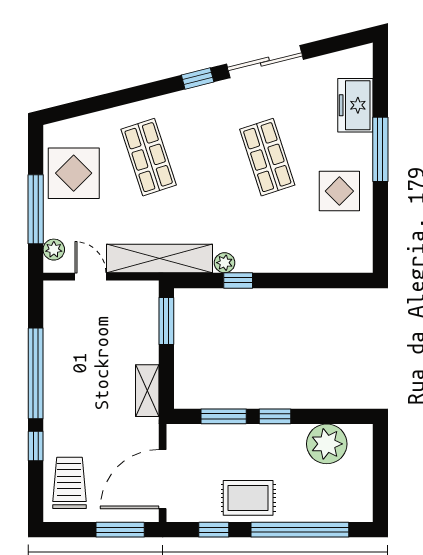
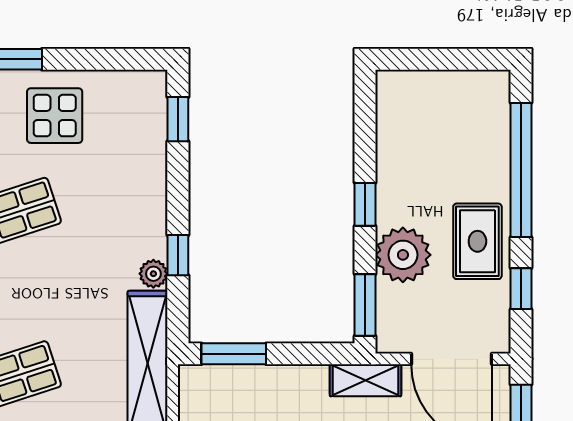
window: (337, 280) -> (178, 119), added
shelving: (147, 391) -> (366, 380), moved
window: (224, 416) -> (365, 305), moved
plant: (327, 444) -> (403, 255), moved

